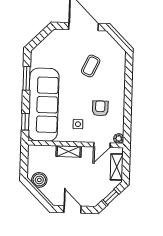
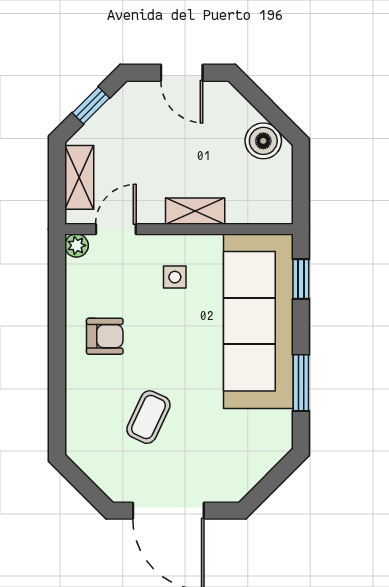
armchair: (100, 108) -> (105, 336), moved, turned -90

